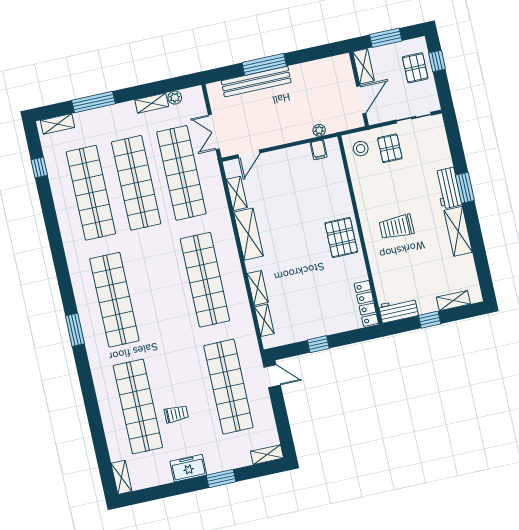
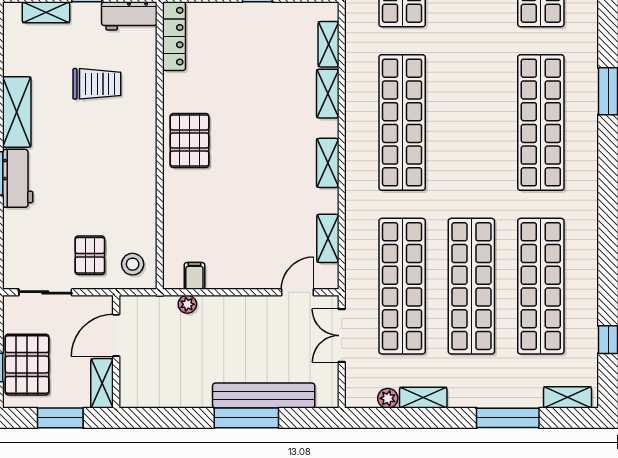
pallet: (415, 68) -> (27, 365), width x1.50, depth x1.42
double door: (214, 132) -> (342, 336), swing flipped
trolley: (396, 227) -> (97, 84), moved
shelving: (248, 234) -> (328, 163), width x0.67, depth x0.75

